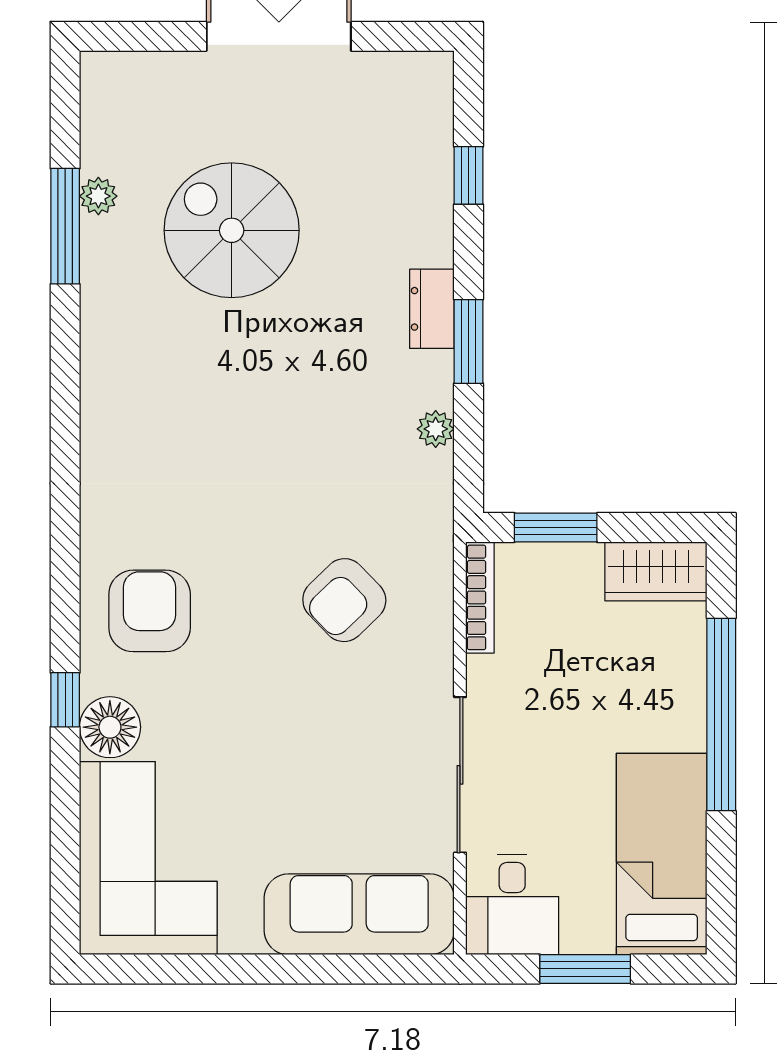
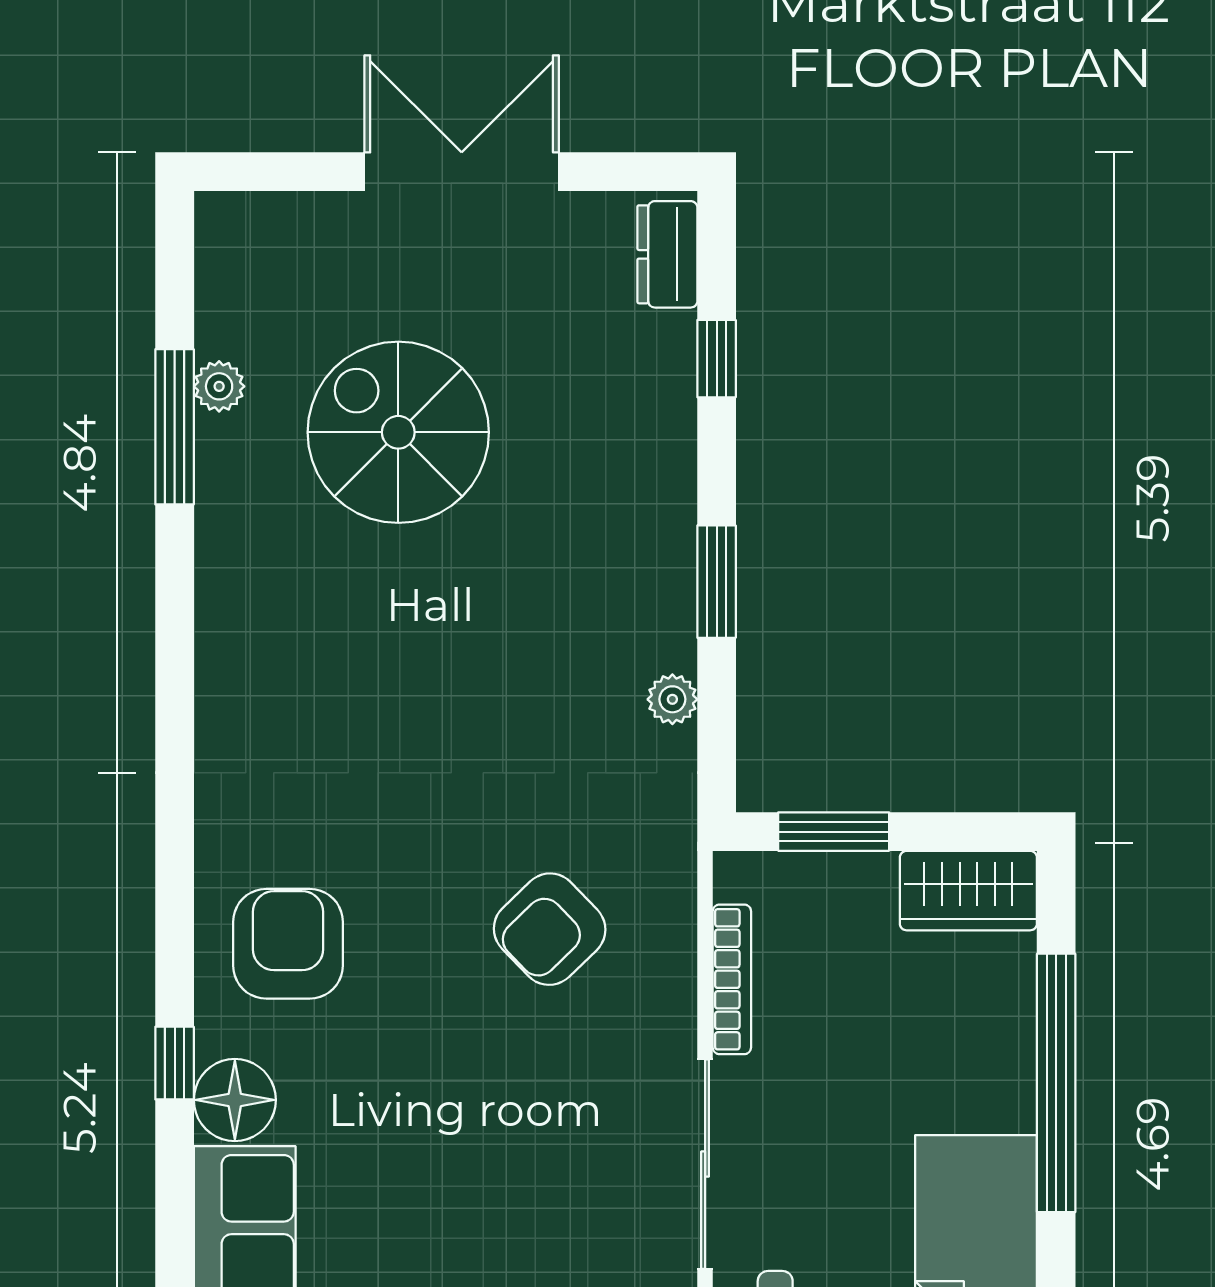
dresser: (432, 309) -> (667, 254), moved
bookcase: (480, 597) -> (732, 979), moved

